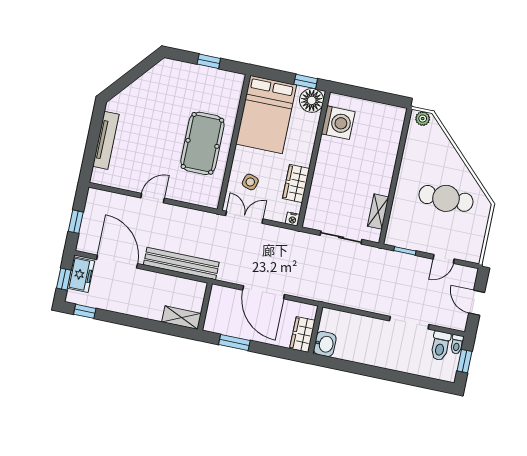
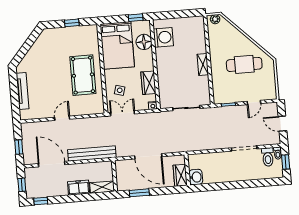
floor lamp: (312, 100) -> (144, 42), moved
shelving: (378, 212) -> (203, 65), moved
freezer: (81, 275) -> (79, 188), moved, turned -90

